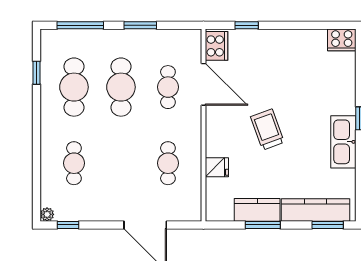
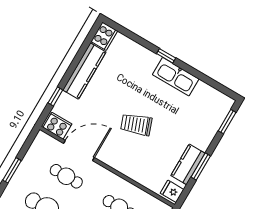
fridge: (217, 167) -> (172, 191), moved, turned -90
kitchen counter: (315, 210) -> (84, 71), moved, turned 180

